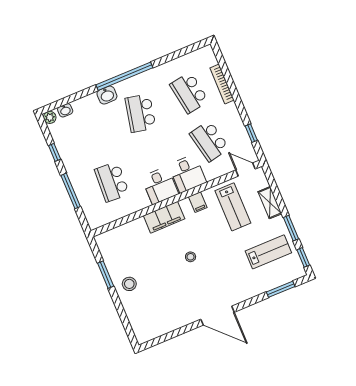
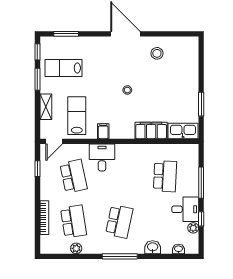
plant: (174, 65) -> (76, 248), added
window: (124, 76) -> (120, 256), width x0.68
washbasin: (107, 95) -> (153, 247), moved
plant: (50, 117) -> (193, 228), moved
door: (246, 170) -> (54, 141), hinge flipped
desk: (160, 186) -> (185, 209), moved, turned 90
filing cabinet: (164, 217) -> (151, 130), moved
kitchen sink: (113, 238) -> (183, 131), added
stool: (129, 284) -> (157, 53), moved

